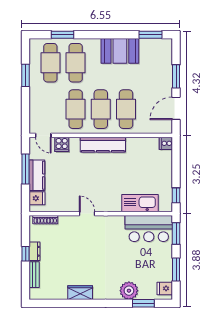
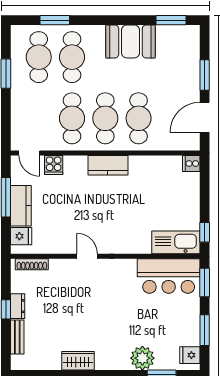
kitchen counter: (103, 145) -> (108, 165), width x0.67
kitchen sink: (140, 203) -> (176, 242), moved

